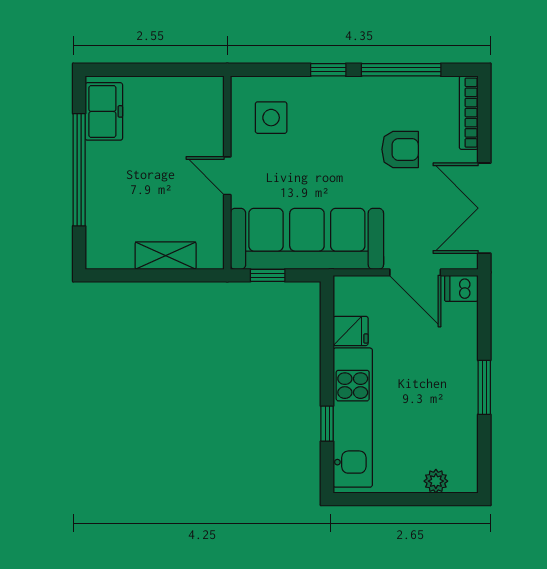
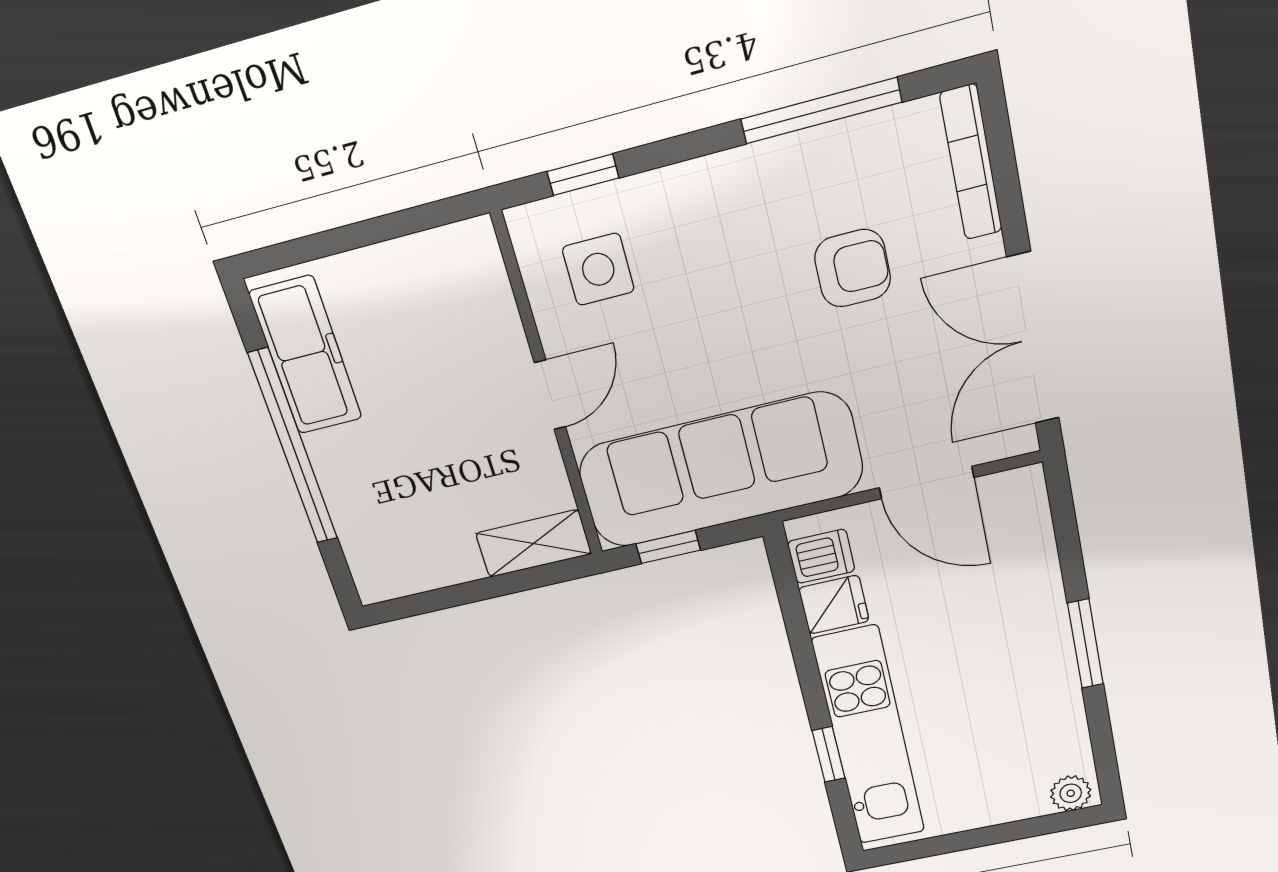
window: (328, 70) -> (583, 175), moved
freezer: (104, 111) -> (306, 355), width x1.40
door: (227, 176) -> (550, 395), swing flipped
shelving: (166, 256) -> (533, 544), moved
dishwasher: (461, 288) -> (821, 556), moved, turned 180
plant: (436, 481) -> (1071, 793), moved

